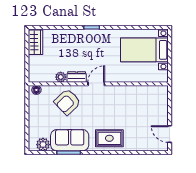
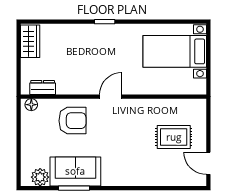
plant: (61, 77) -> (64, 88), removed
dresser: (77, 77) -> (43, 87), moved
armchair: (67, 102) -> (72, 121), turned -136
rug: (109, 138) -> (174, 137), moved

